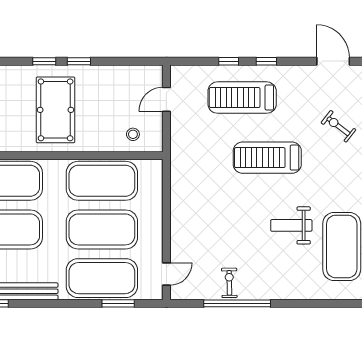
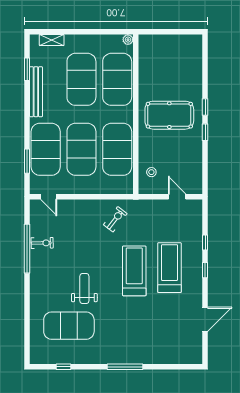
treadmill: (242, 98) -> (169, 268), moved
exercise bike: (338, 126) -> (115, 219), moved

